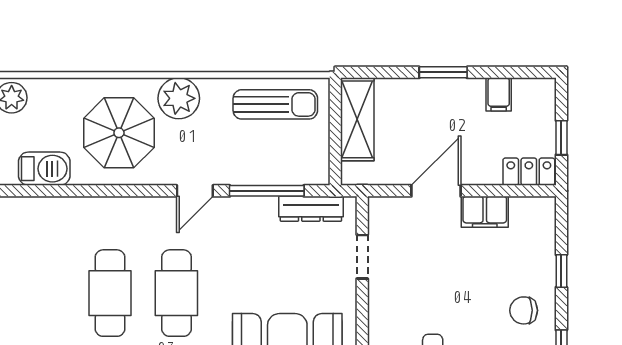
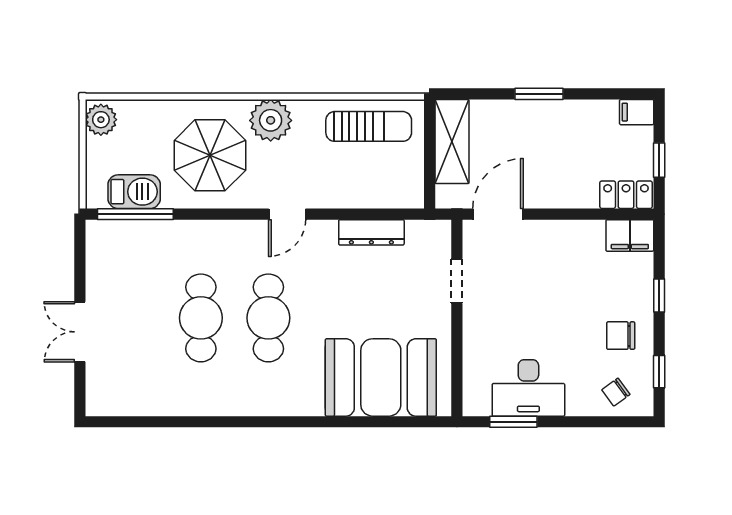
filing cabinet: (499, 94) -> (637, 112), moved, turned 90
window: (267, 191) -> (135, 214), moved
door: (436, 191) -> (498, 214), moved
dresser: (311, 209) -> (371, 232), moved
filing cabinet: (485, 212) -> (630, 235), moved

